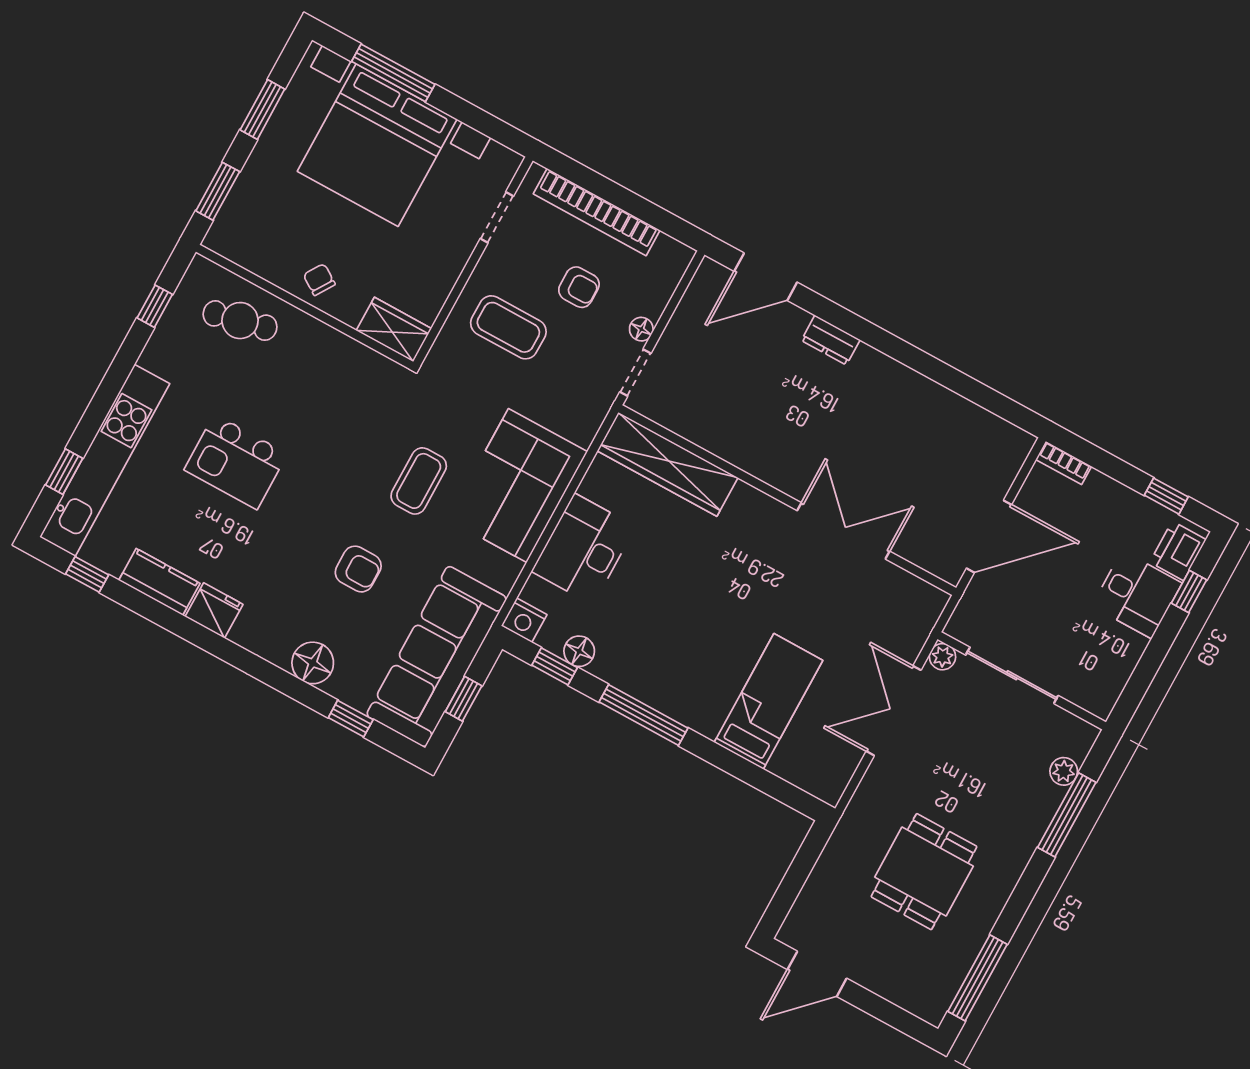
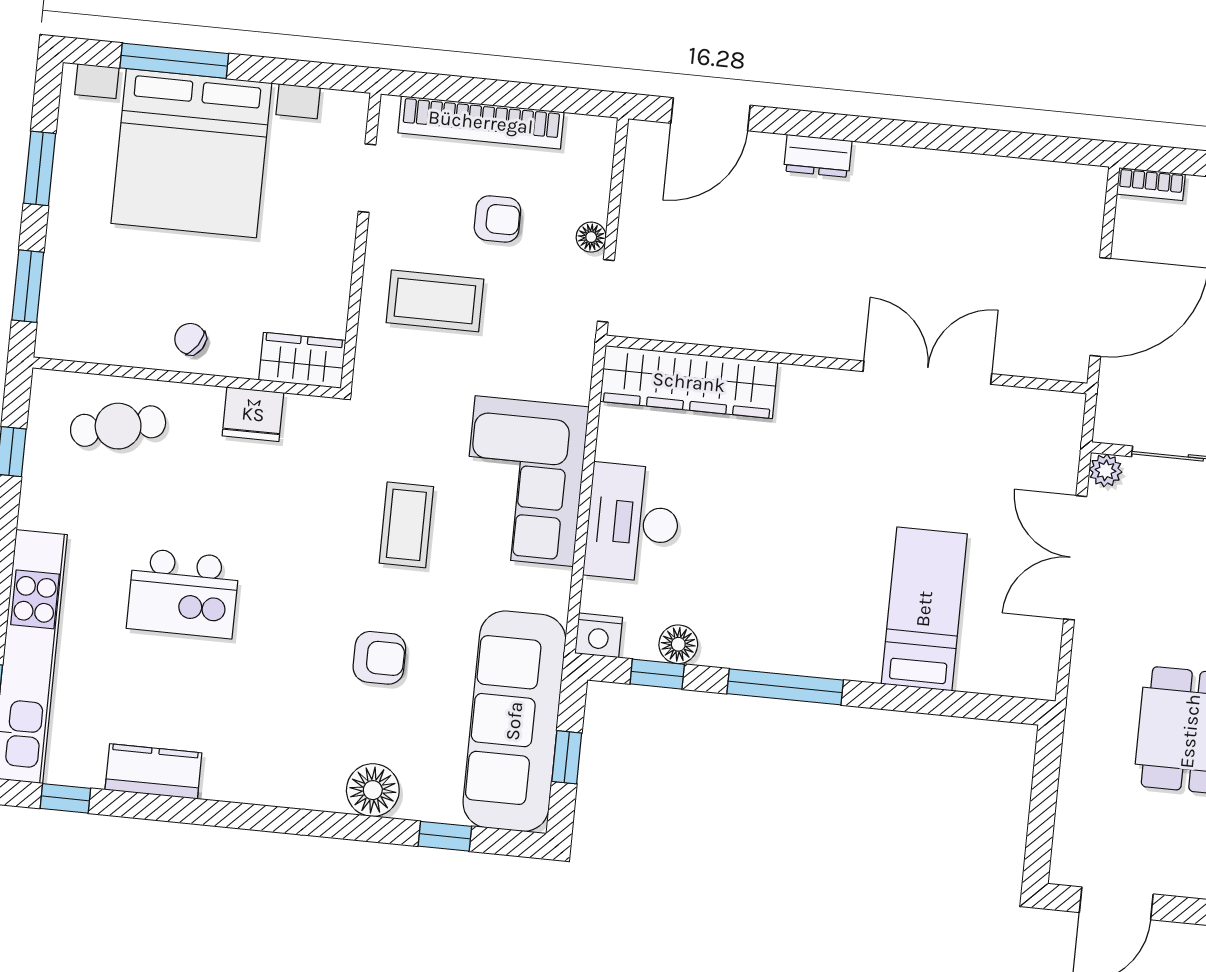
fridge: (214, 610) -> (253, 414), moved, turned 180

